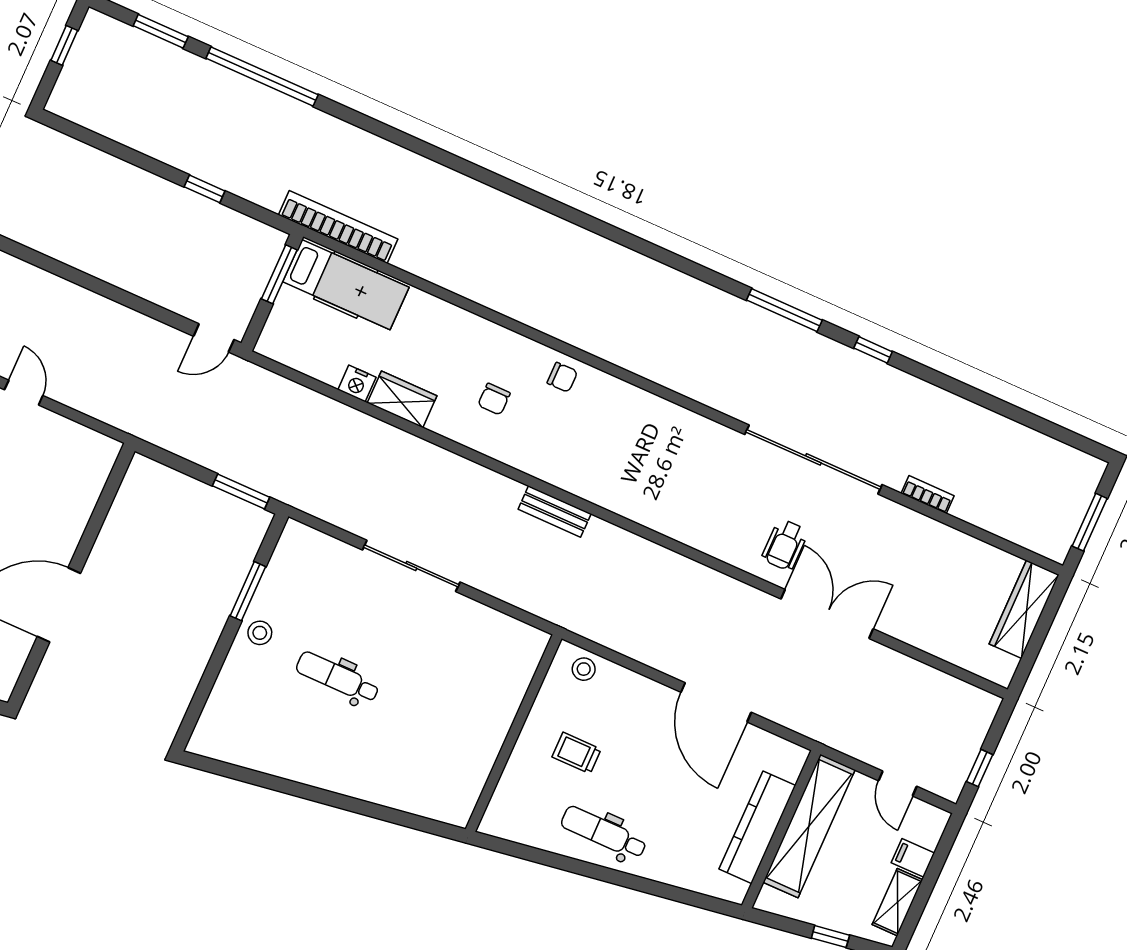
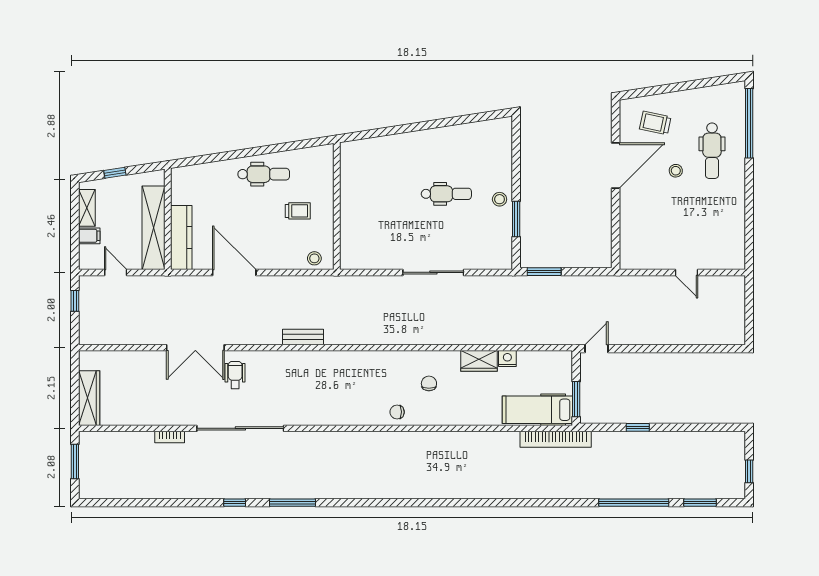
bench: (555, 512) -> (303, 337), moved
kitchen counter: (757, 827) -> (181, 238), moved

